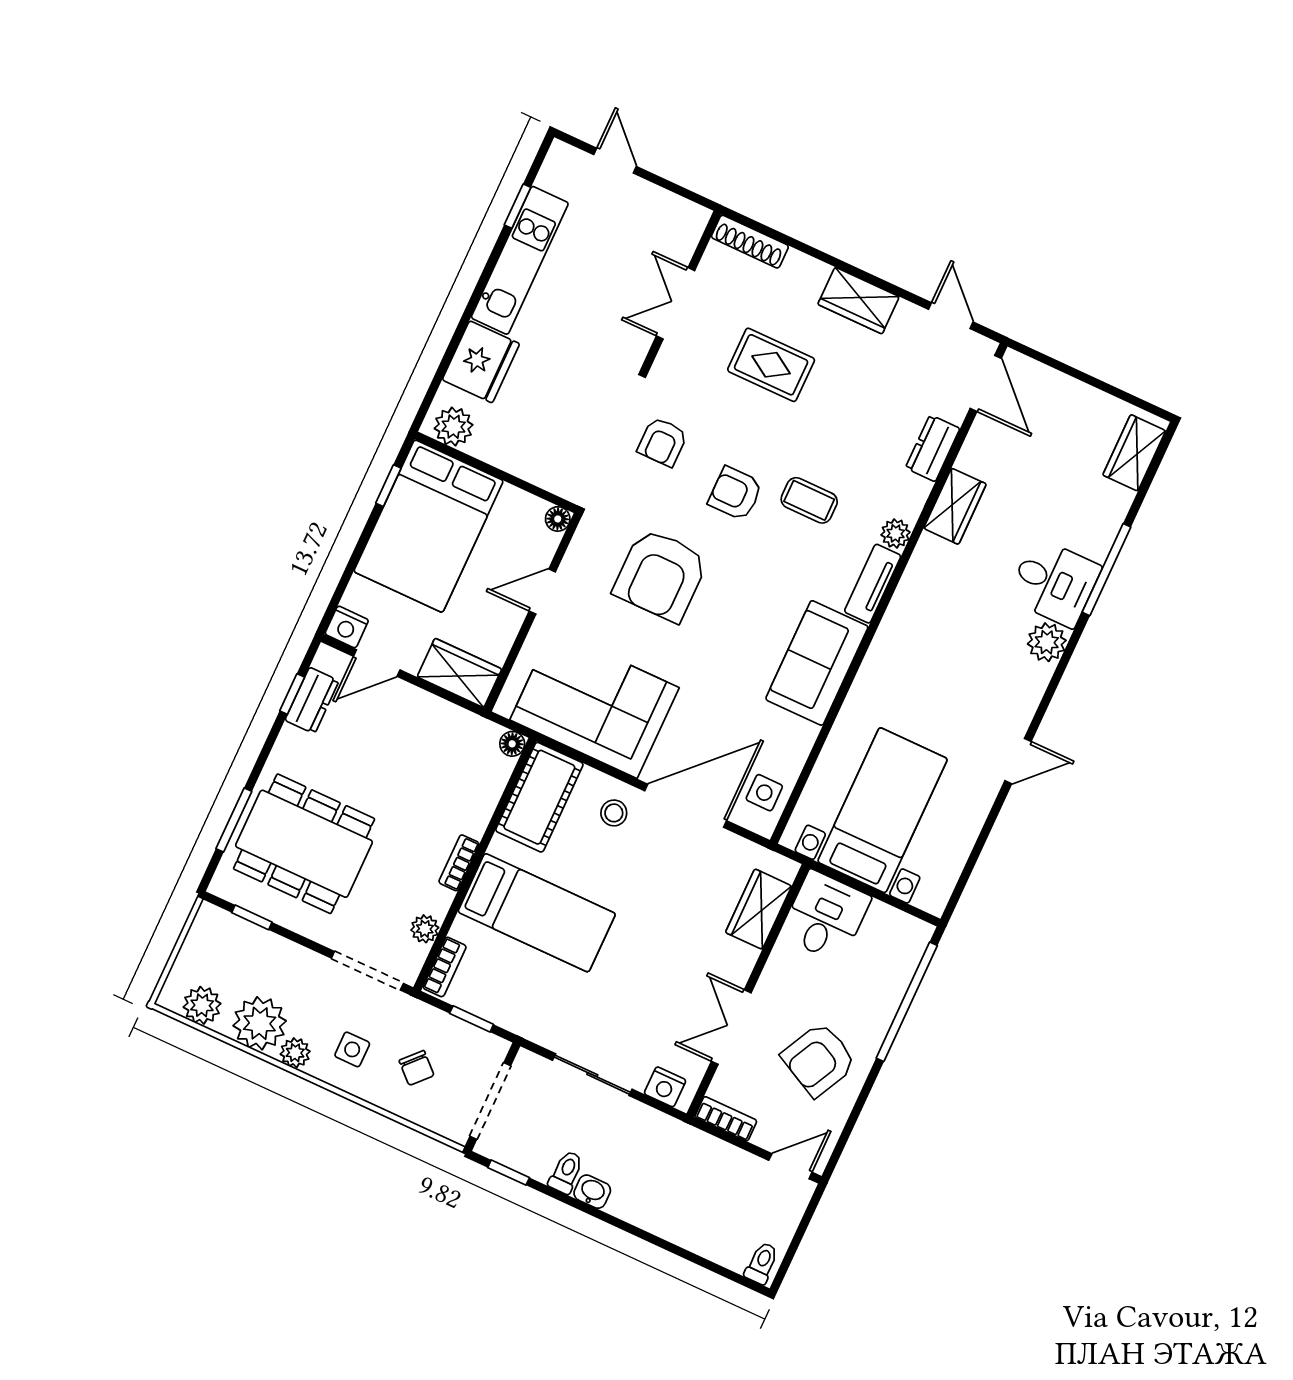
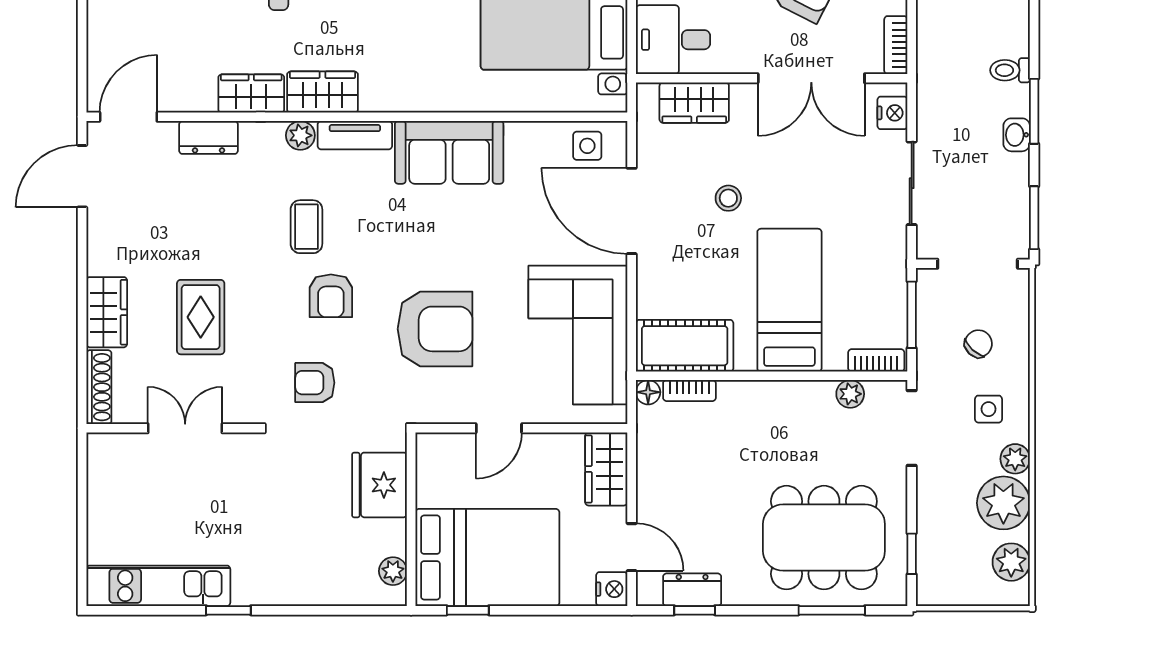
door: (615, 161) -> (82, 542), removed
window: (518, 206) -> (228, 610), moved
kitchen unit: (520, 260) -> (158, 586), moved
wardrobe: (859, 301) -> (107, 312), moved
double door: (676, 303) -> (185, 428), swing flipped
door: (951, 316) -> (82, 176), width x1.38
fridge: (481, 362) -> (379, 485), moved, turned -90
plant: (454, 427) -> (393, 571), width x0.73, depth x0.73
armchair: (662, 442) -> (315, 383), turned 180
floor lamp: (558, 519) -> (427, 445), removed
wardrobe: (926, 572) -> (322, 92), added
door: (542, 591) -> (499, 428), hinge flipped
stool: (614, 813) -> (728, 198), moved
dining table: (304, 844) -> (824, 538), turned 90
bookcase: (459, 863) -> (689, 391), moved
window: (472, 1019) -> (912, 315), width x1.50
double door: (731, 1027) -> (811, 78), width x1.37
toilet: (566, 1172) -> (1010, 70), moved
window: (509, 1173) -> (1034, 218), width x1.50
window: (606, 1218) -> (1034, 111), added

